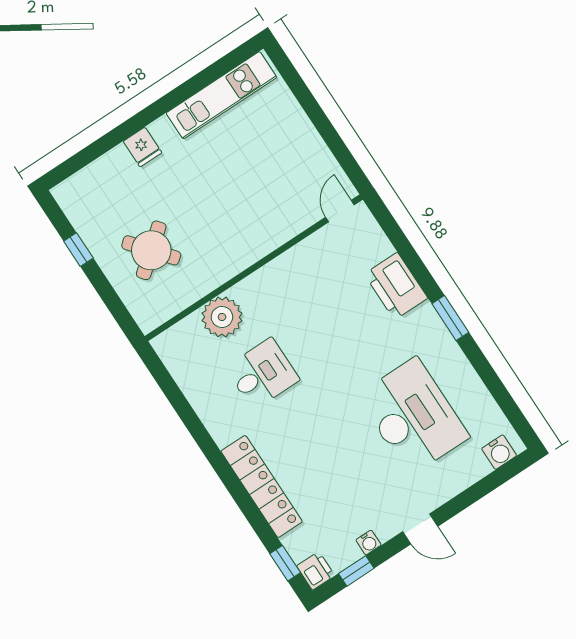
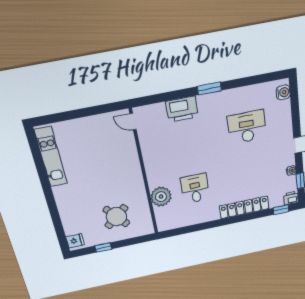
fridge: (142, 147) -> (75, 241), moved
desk: (413, 416) -> (247, 127), width x0.73, depth x0.77

